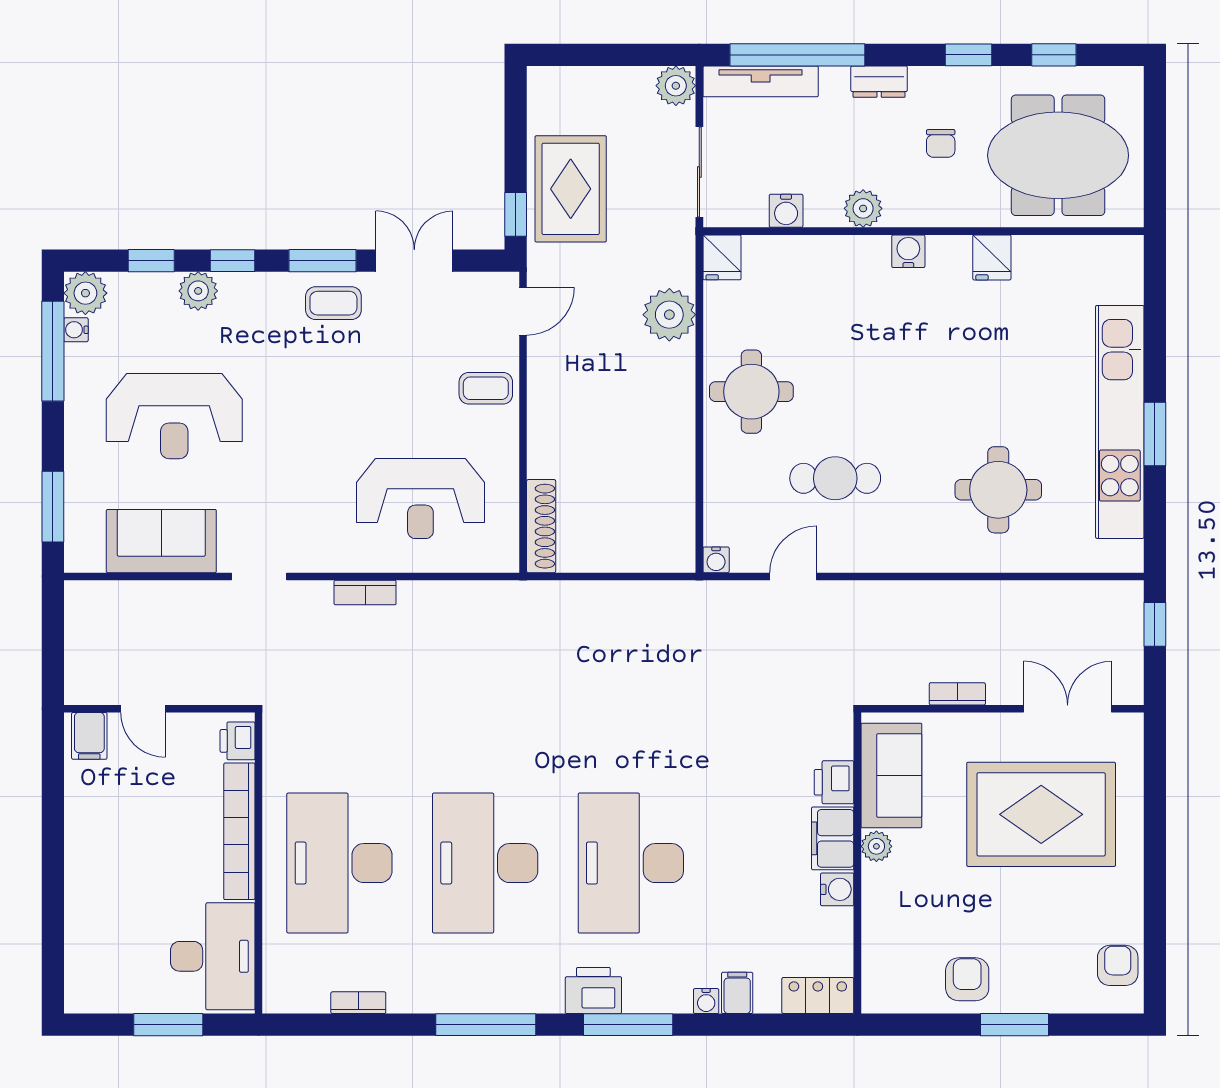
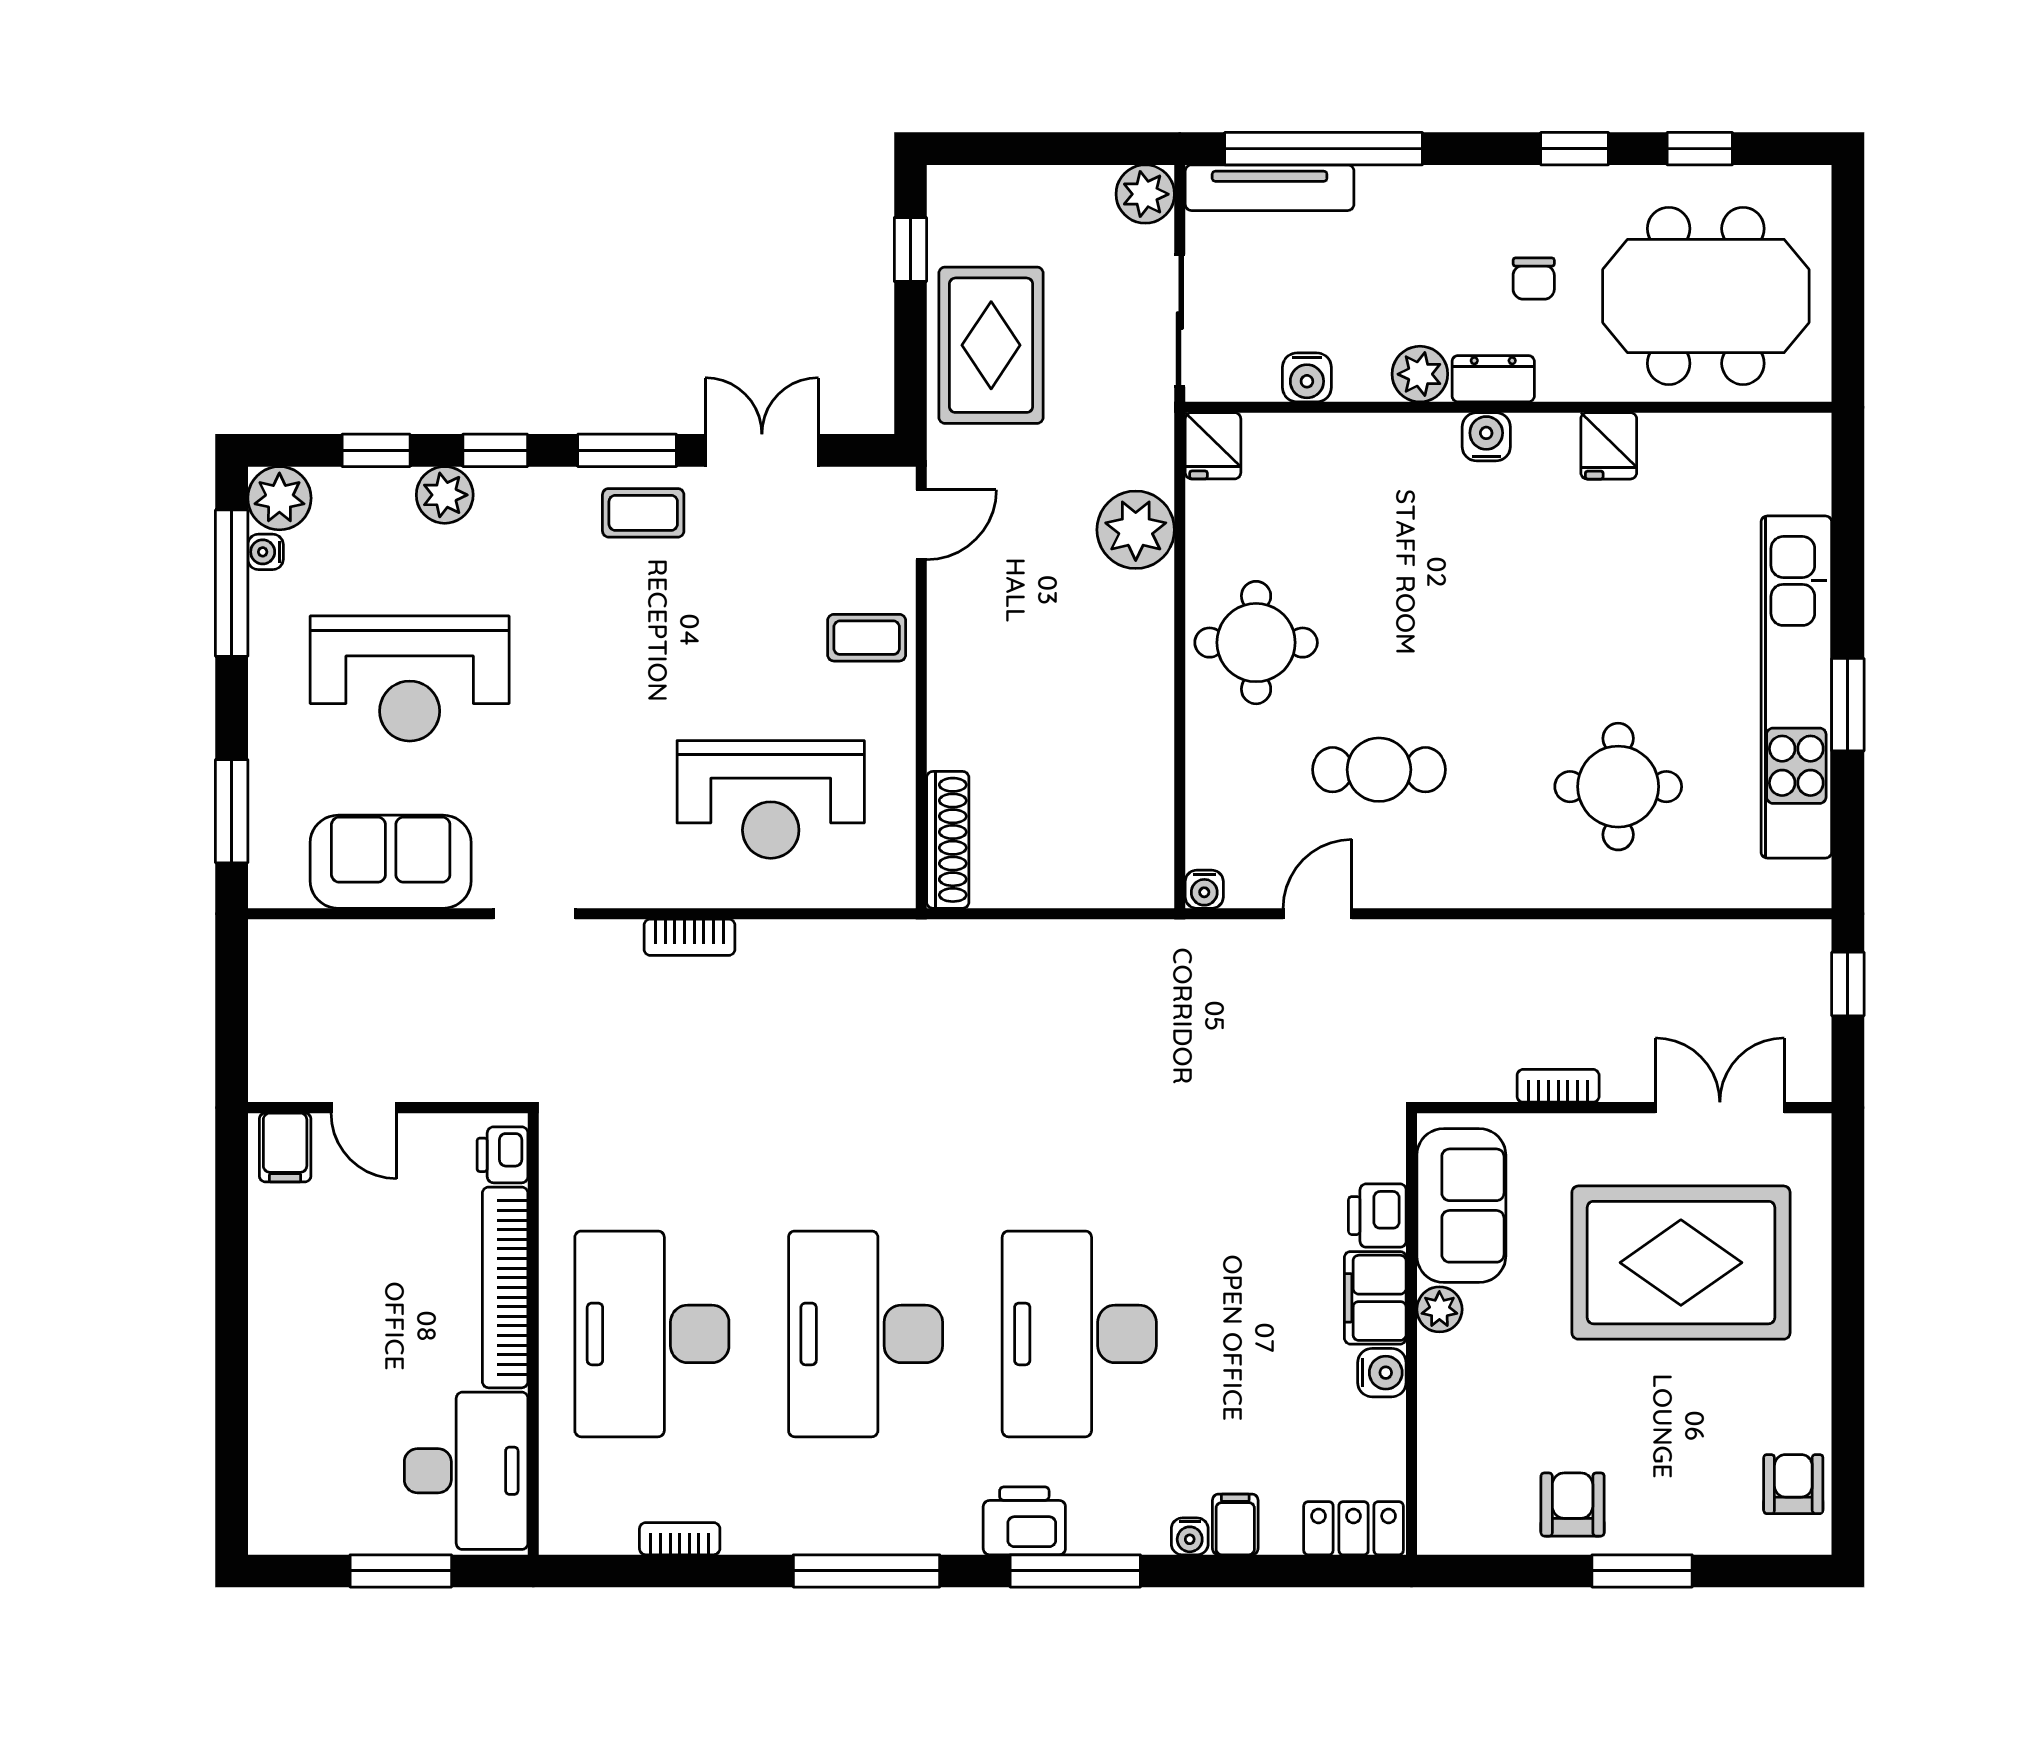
dresser: (879, 82) -> (1493, 379), moved, turned 180
window: (516, 214) -> (910, 249), moved

